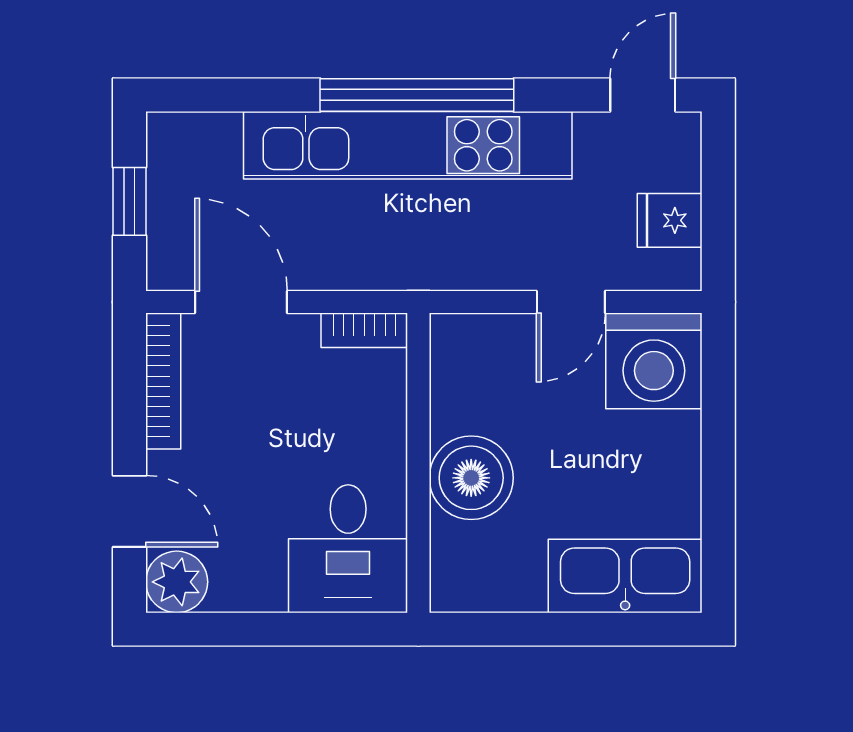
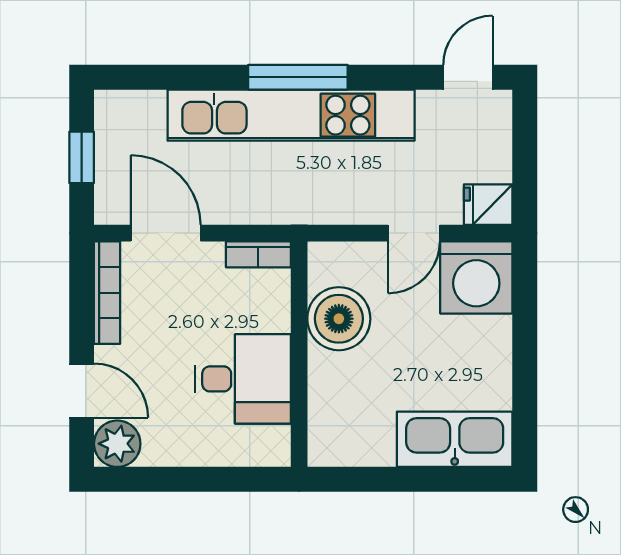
window: (417, 95) -> (298, 77), width x0.68
fridge: (670, 220) -> (488, 205), moved
boiler: (471, 478) -> (339, 319), moved
desk: (348, 549) -> (243, 379), moved, turned -90

